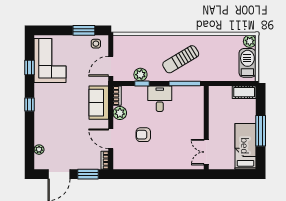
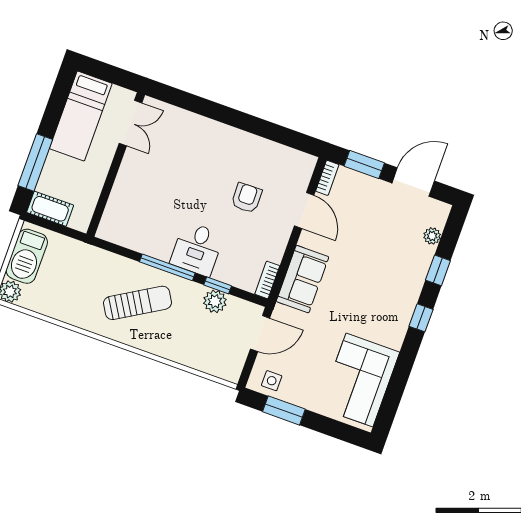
window: (29, 67) -> (438, 270), moved
window: (185, 83) -> (167, 267), moved
plant: (120, 113) -> (273, 249), removed
wall: (206, 128) -> (116, 164), moved
window: (261, 131) -> (35, 163), moved
armchair: (143, 135) -> (247, 198), turned -91
double door: (206, 152) -> (130, 123), moved

